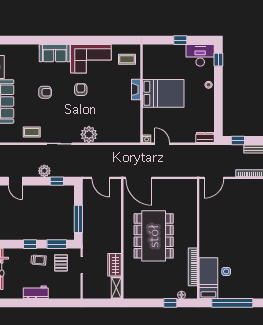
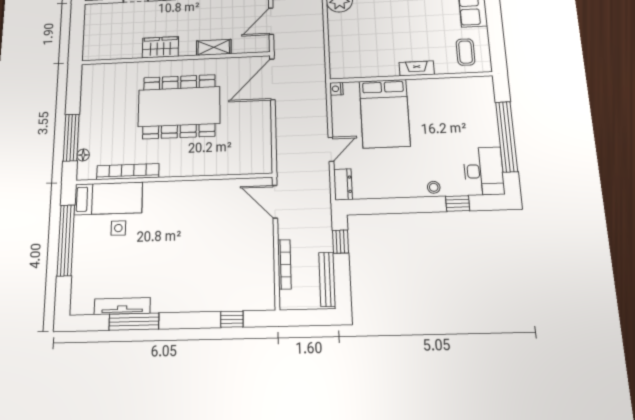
window: (180, 40) -> (507, 137), width x3.17
window: (218, 60) -> (458, 204), moved
bed: (163, 93) -> (385, 113), moved
door: (162, 144) -> (331, 149), moved
wardrobe: (115, 265) -> (160, 47), moved
shelving: (116, 288) -> (214, 47), moved
window: (170, 303) -> (71, 138), width x2.17

